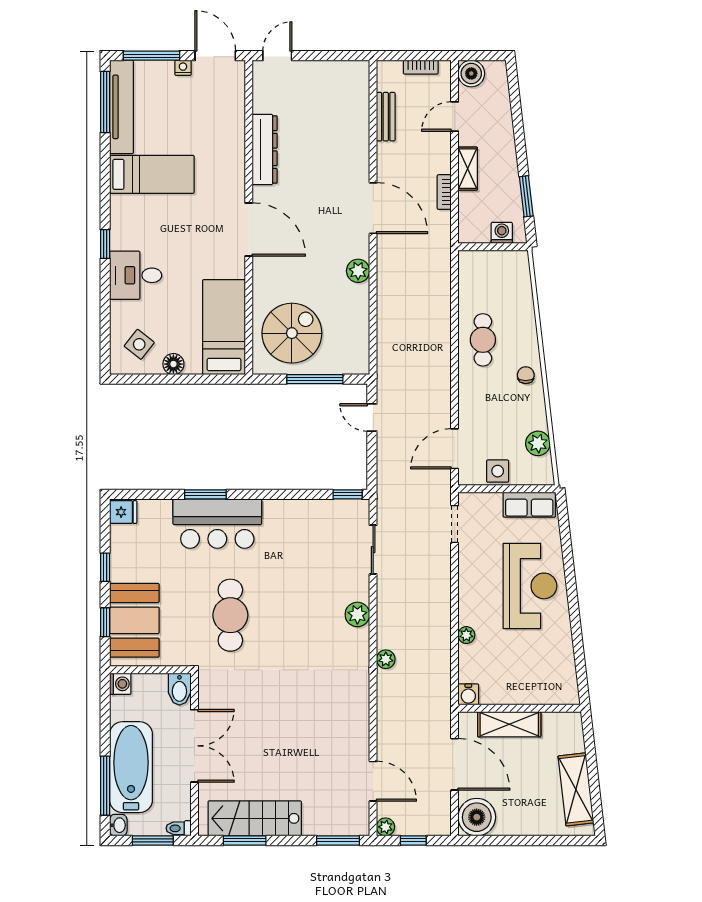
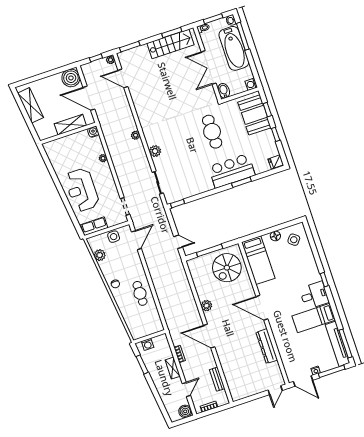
desk: (136, 275) -> (314, 295), moved

